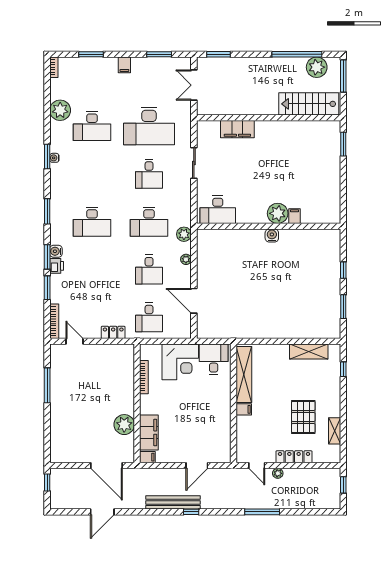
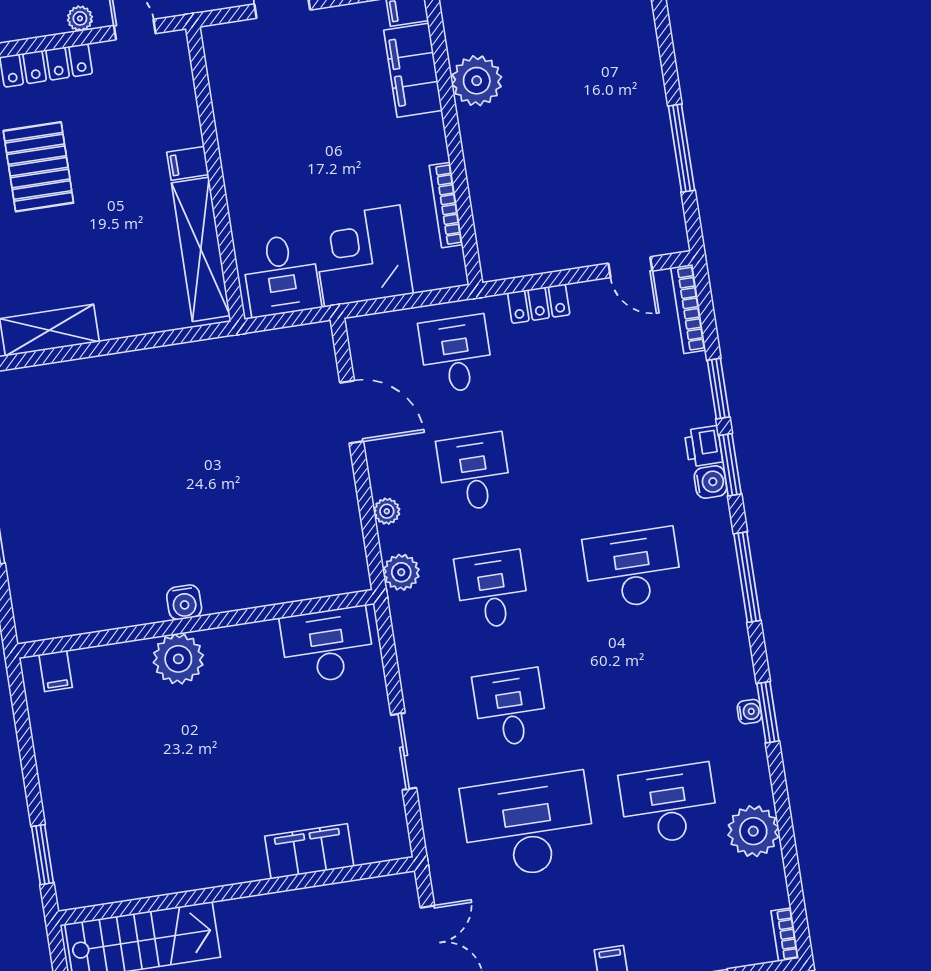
window: (47, 211) -> (747, 577), width x1.44
filing cabinet: (294, 216) -> (56, 671), moved
desk: (149, 222) -> (492, 590), width x0.73

